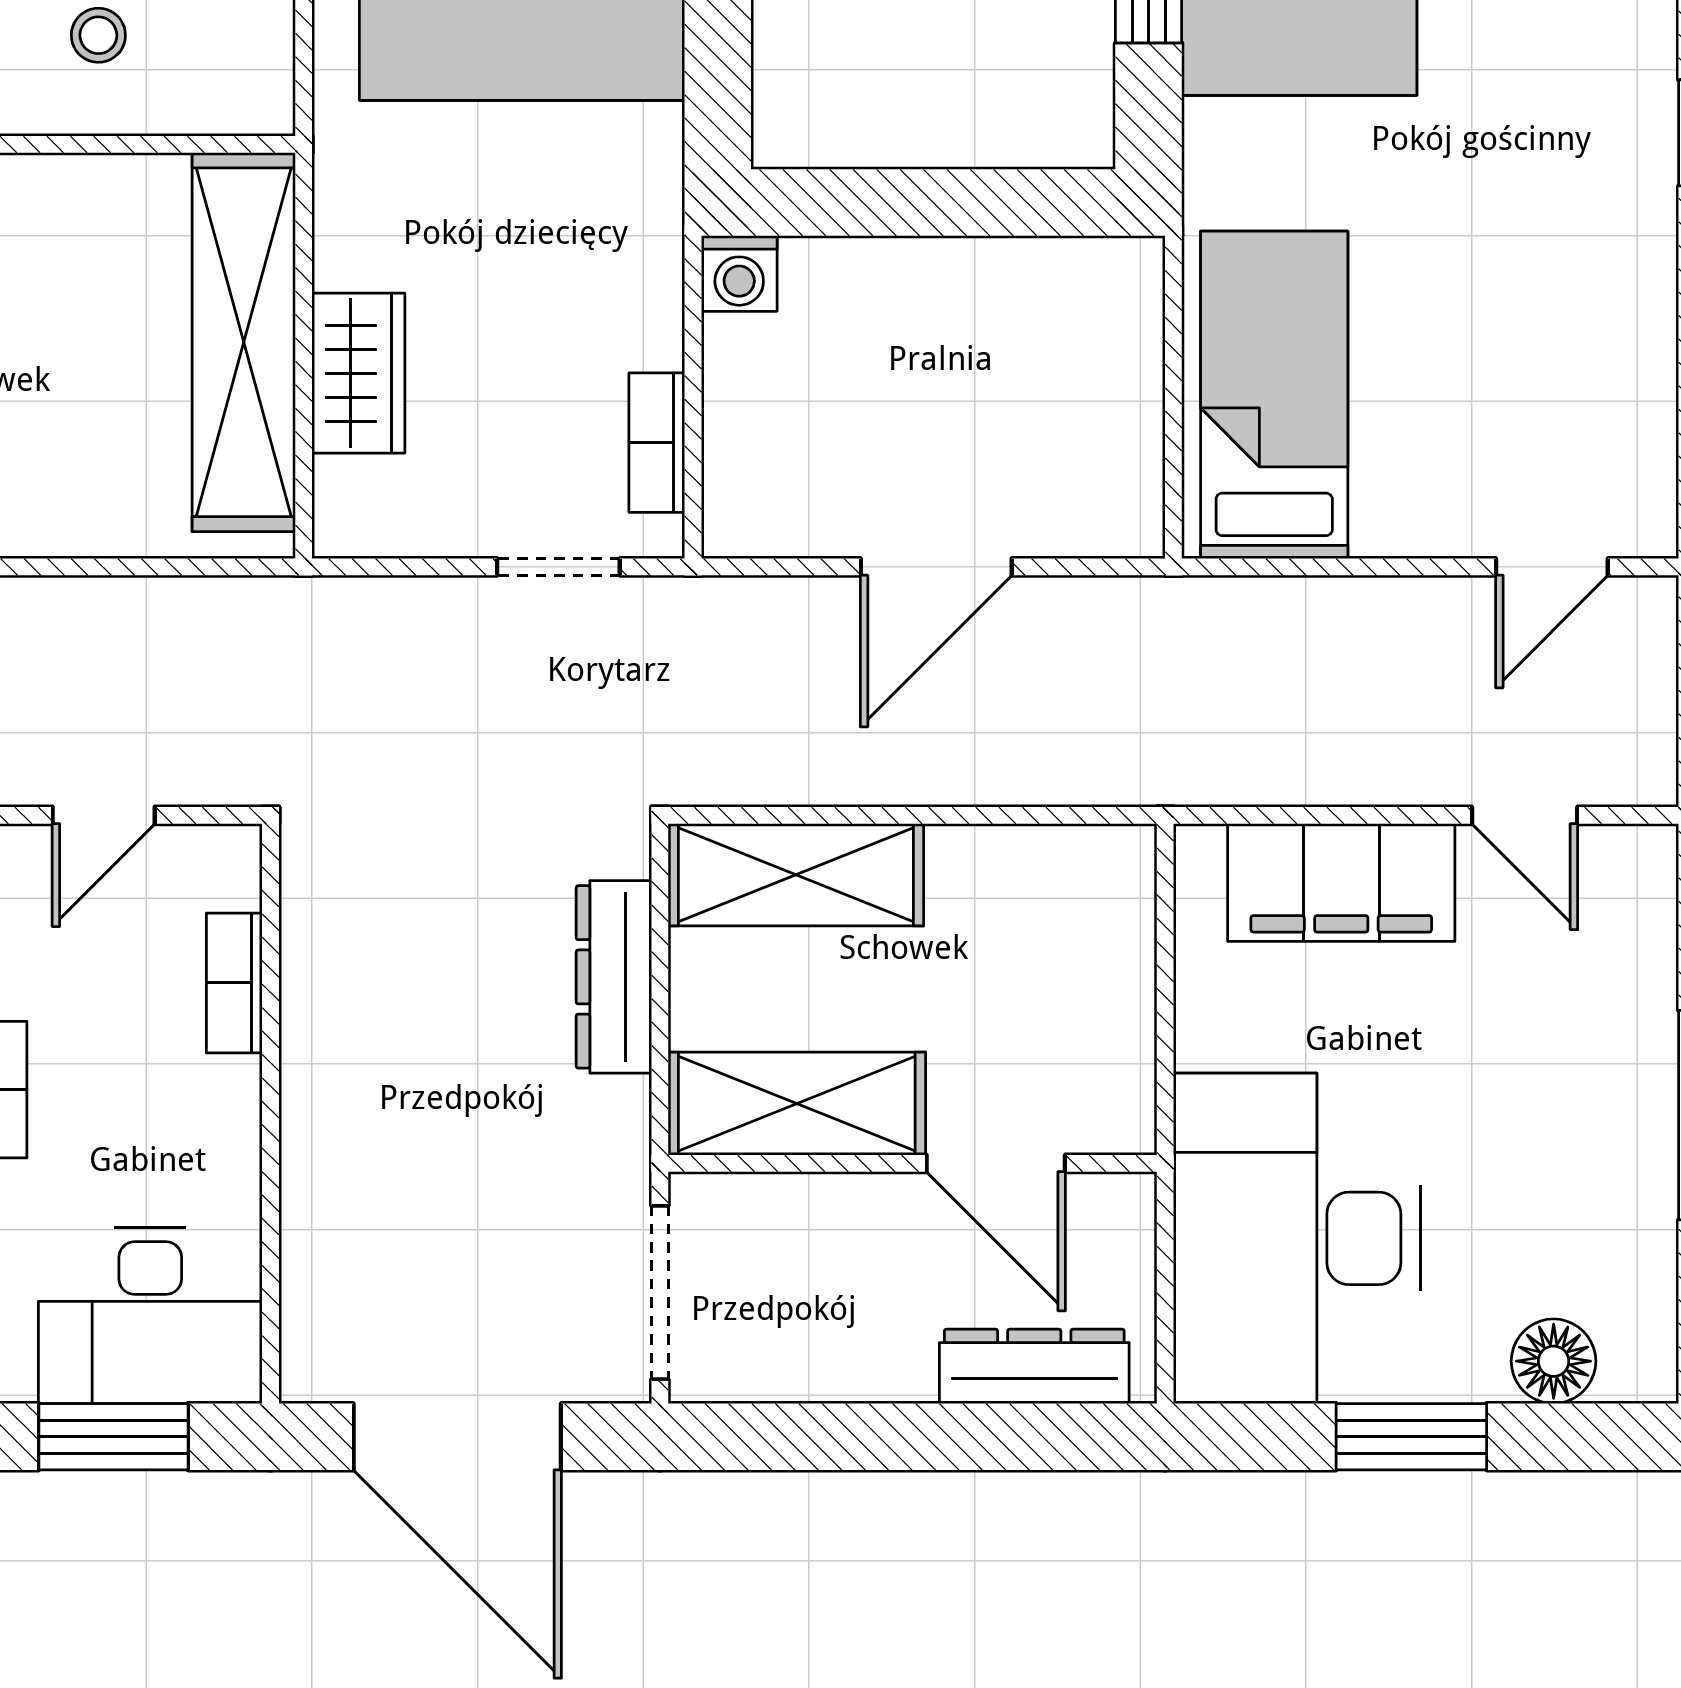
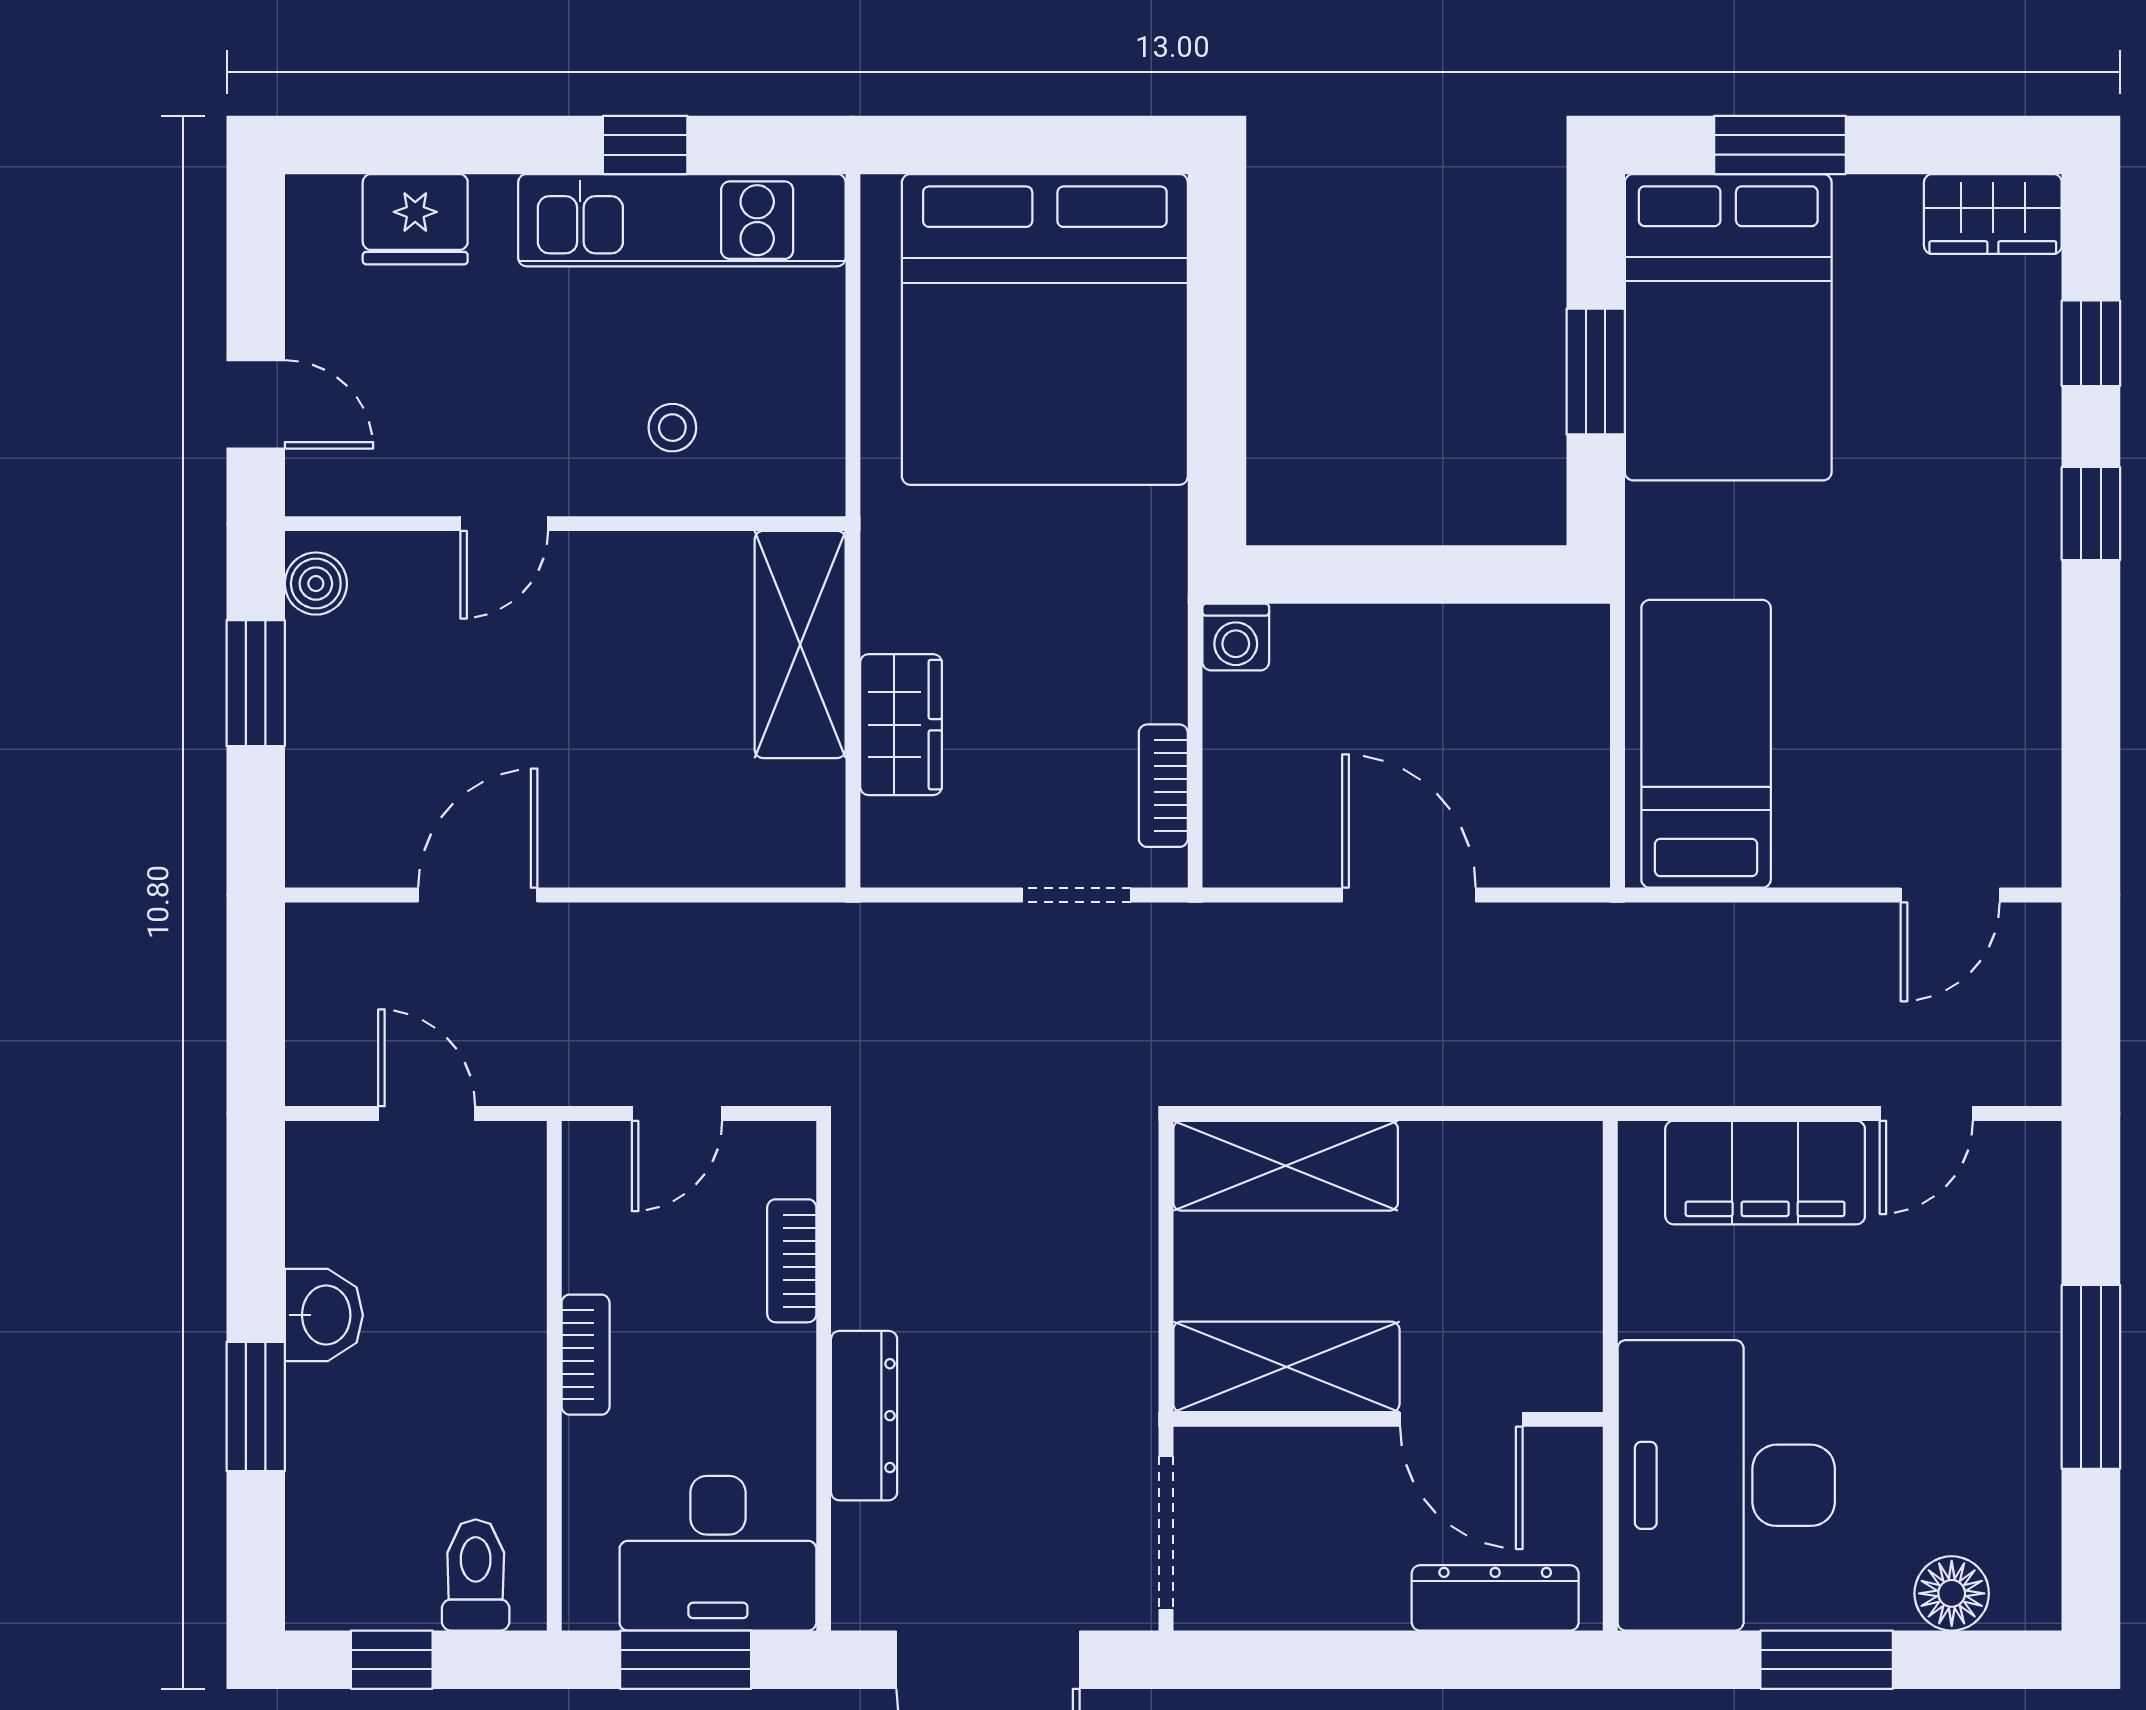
shelving: (244, 342) -> (800, 644), width x0.68
door: (936, 567) -> (1409, 895), swing flipped
door: (1525, 815) -> (1926, 1113), hinge flipped
dresser: (614, 977) -> (864, 1416), moved, turned 180

